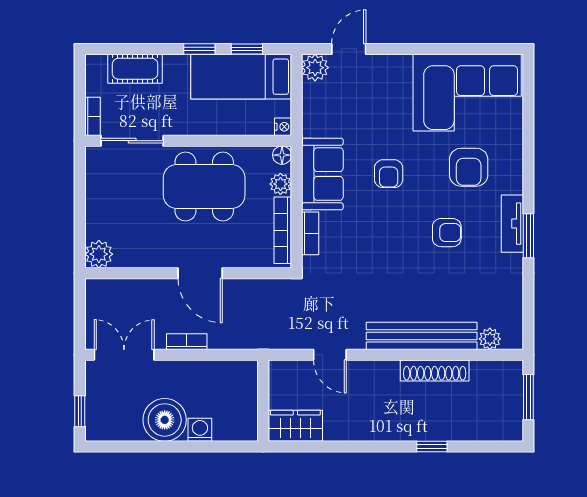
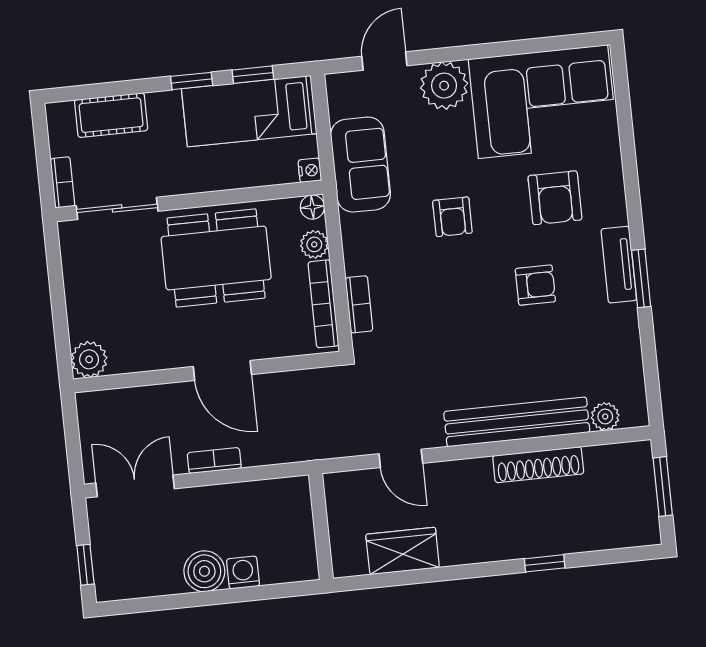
plant: (315, 68) -> (444, 86), moved, width x1.36, depth x1.36
sofa: (322, 174) -> (360, 165), moved
boiler: (165, 420) -> (204, 571), width x0.73, depth x0.73
wardrobe: (295, 426) -> (403, 551), moved

